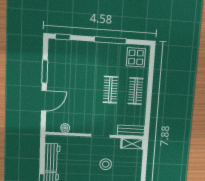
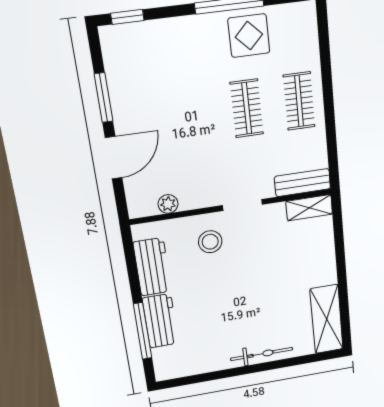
display table: (136, 57) -> (249, 36), moved
stool: (106, 164) -> (210, 242), moved

